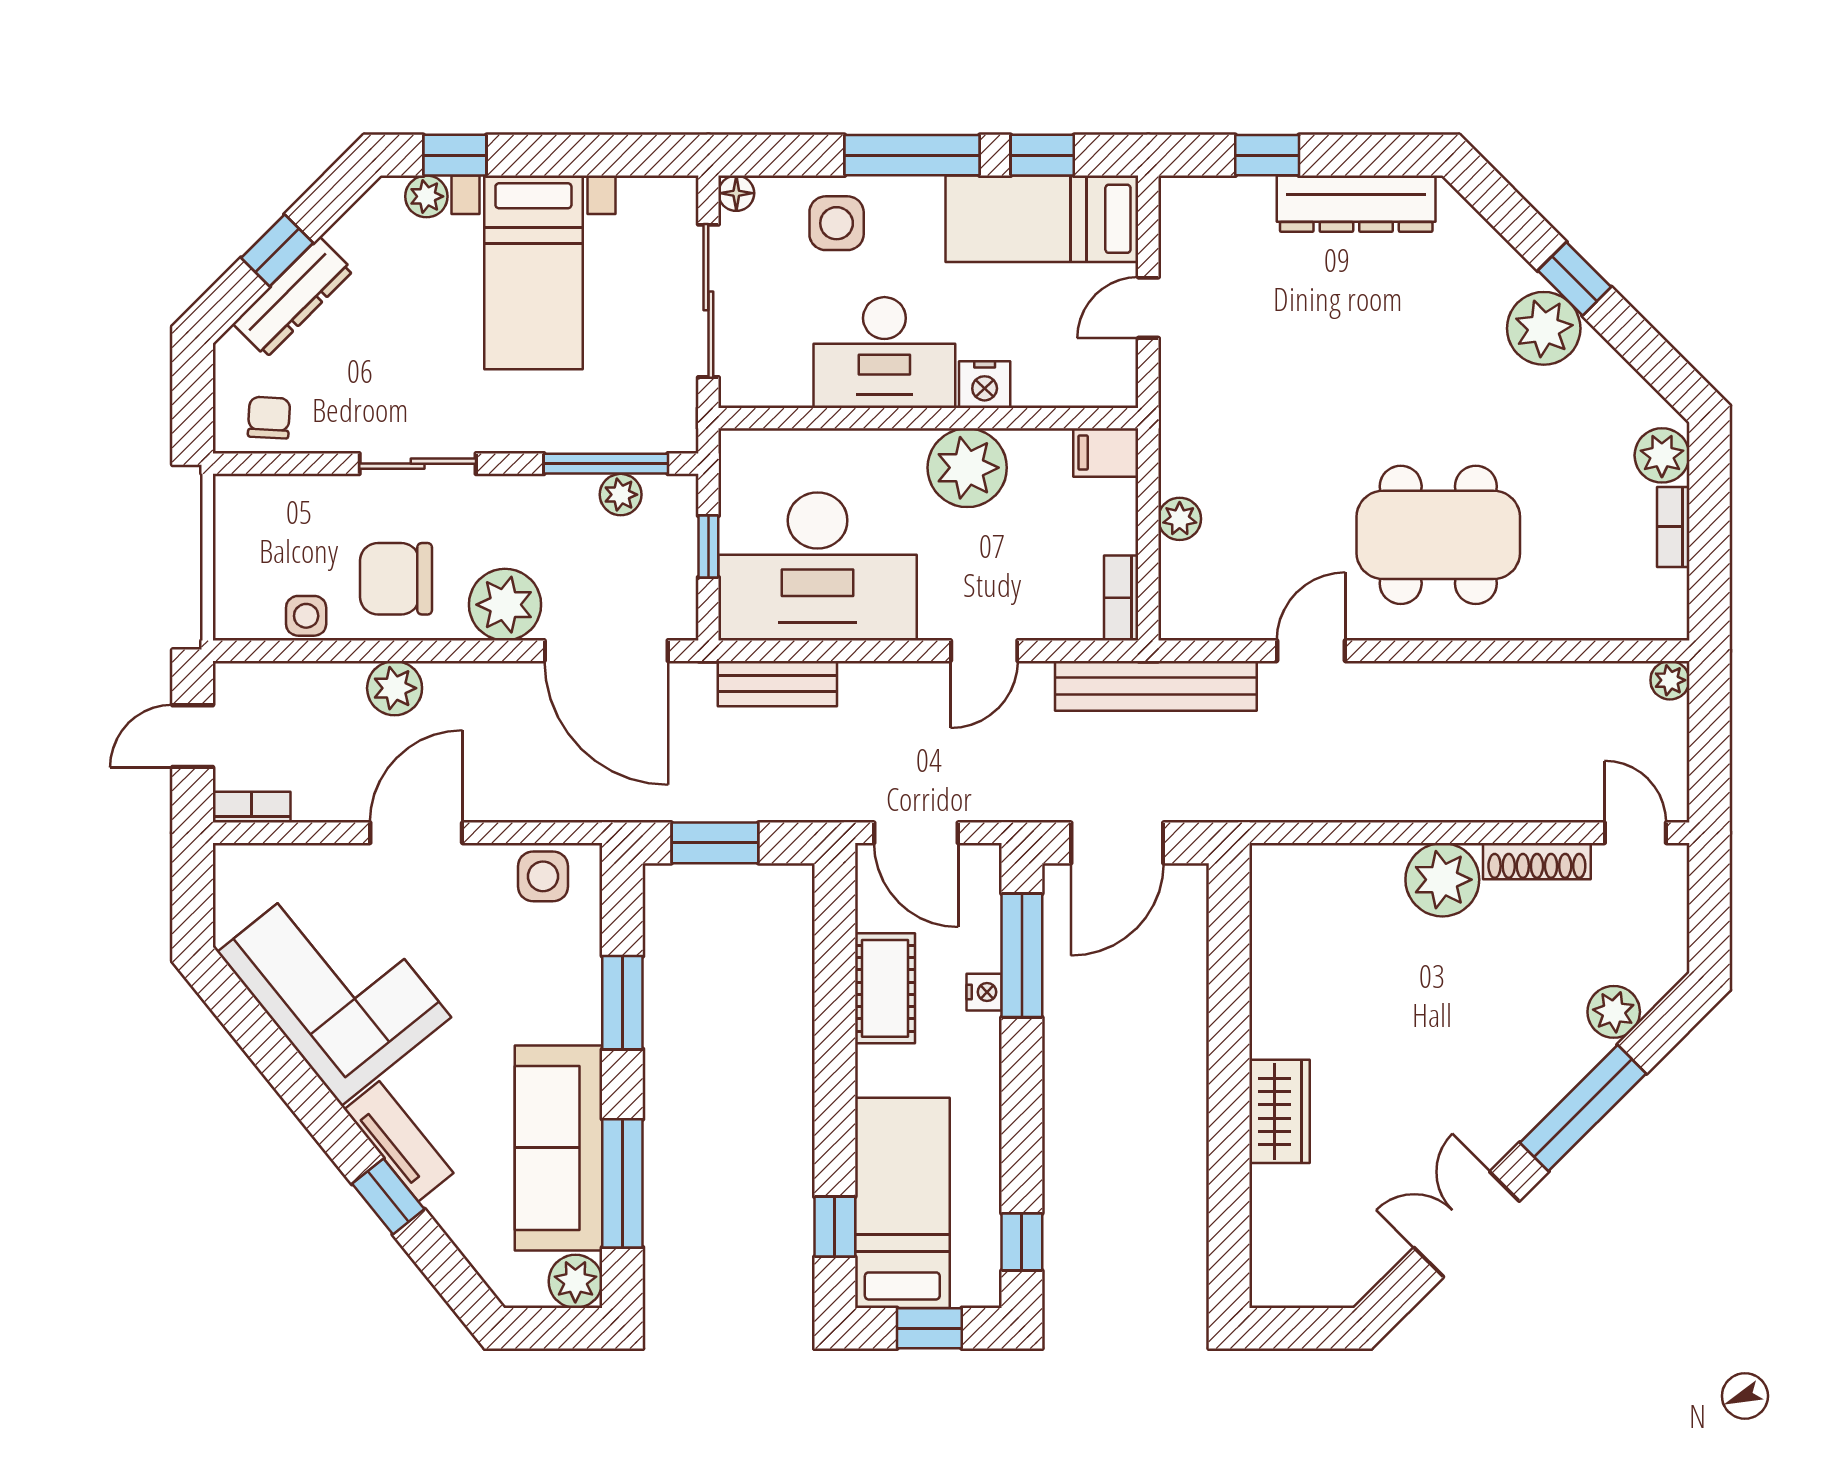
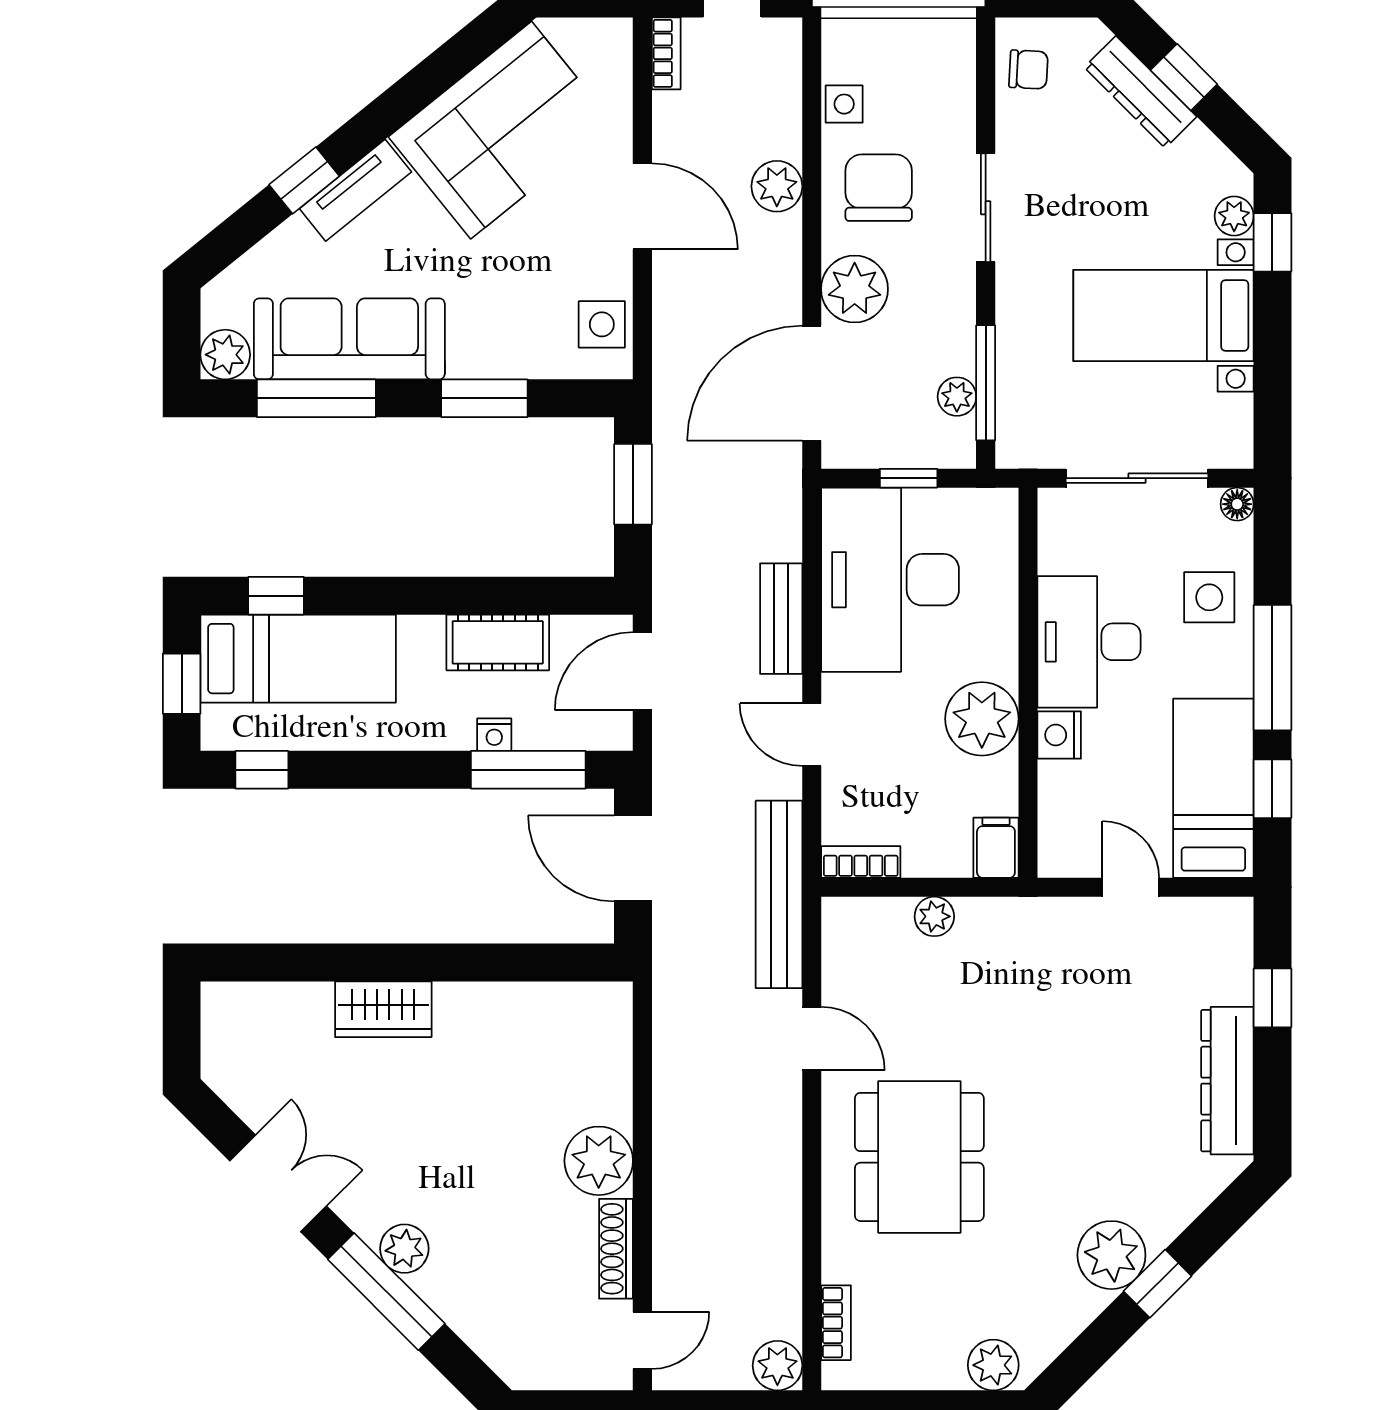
bookcase: (1673, 527) -> (836, 1323), moved, turned 90
plant: (1670, 680) -> (777, 1366), width x1.38, depth x1.38
bench: (777, 684) -> (781, 619), moved
plant: (1614, 1012) -> (404, 1249), moved

